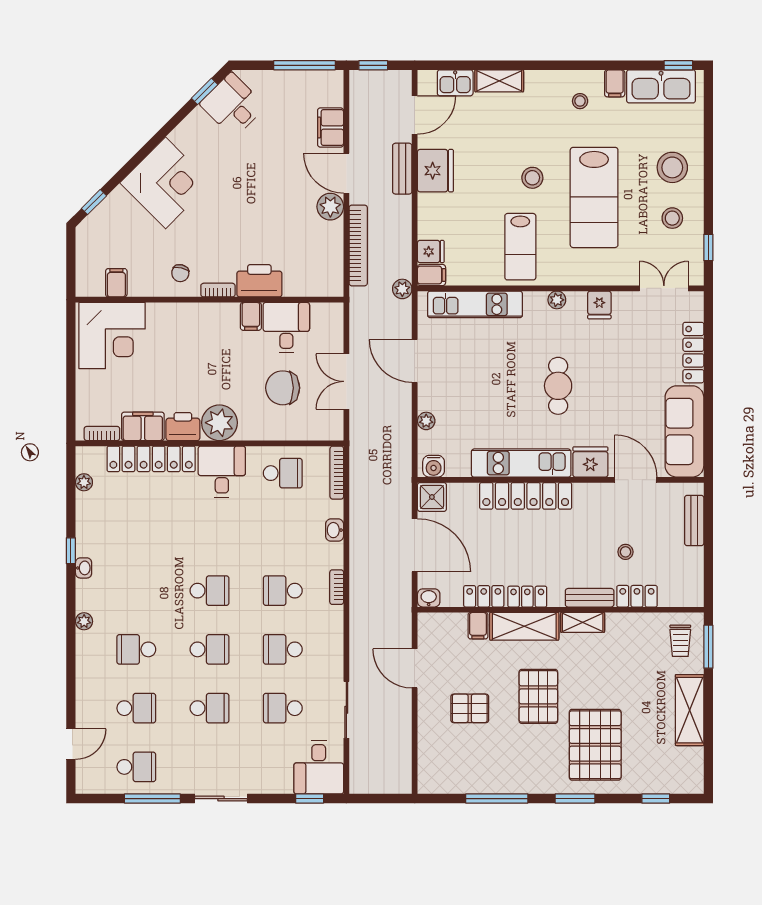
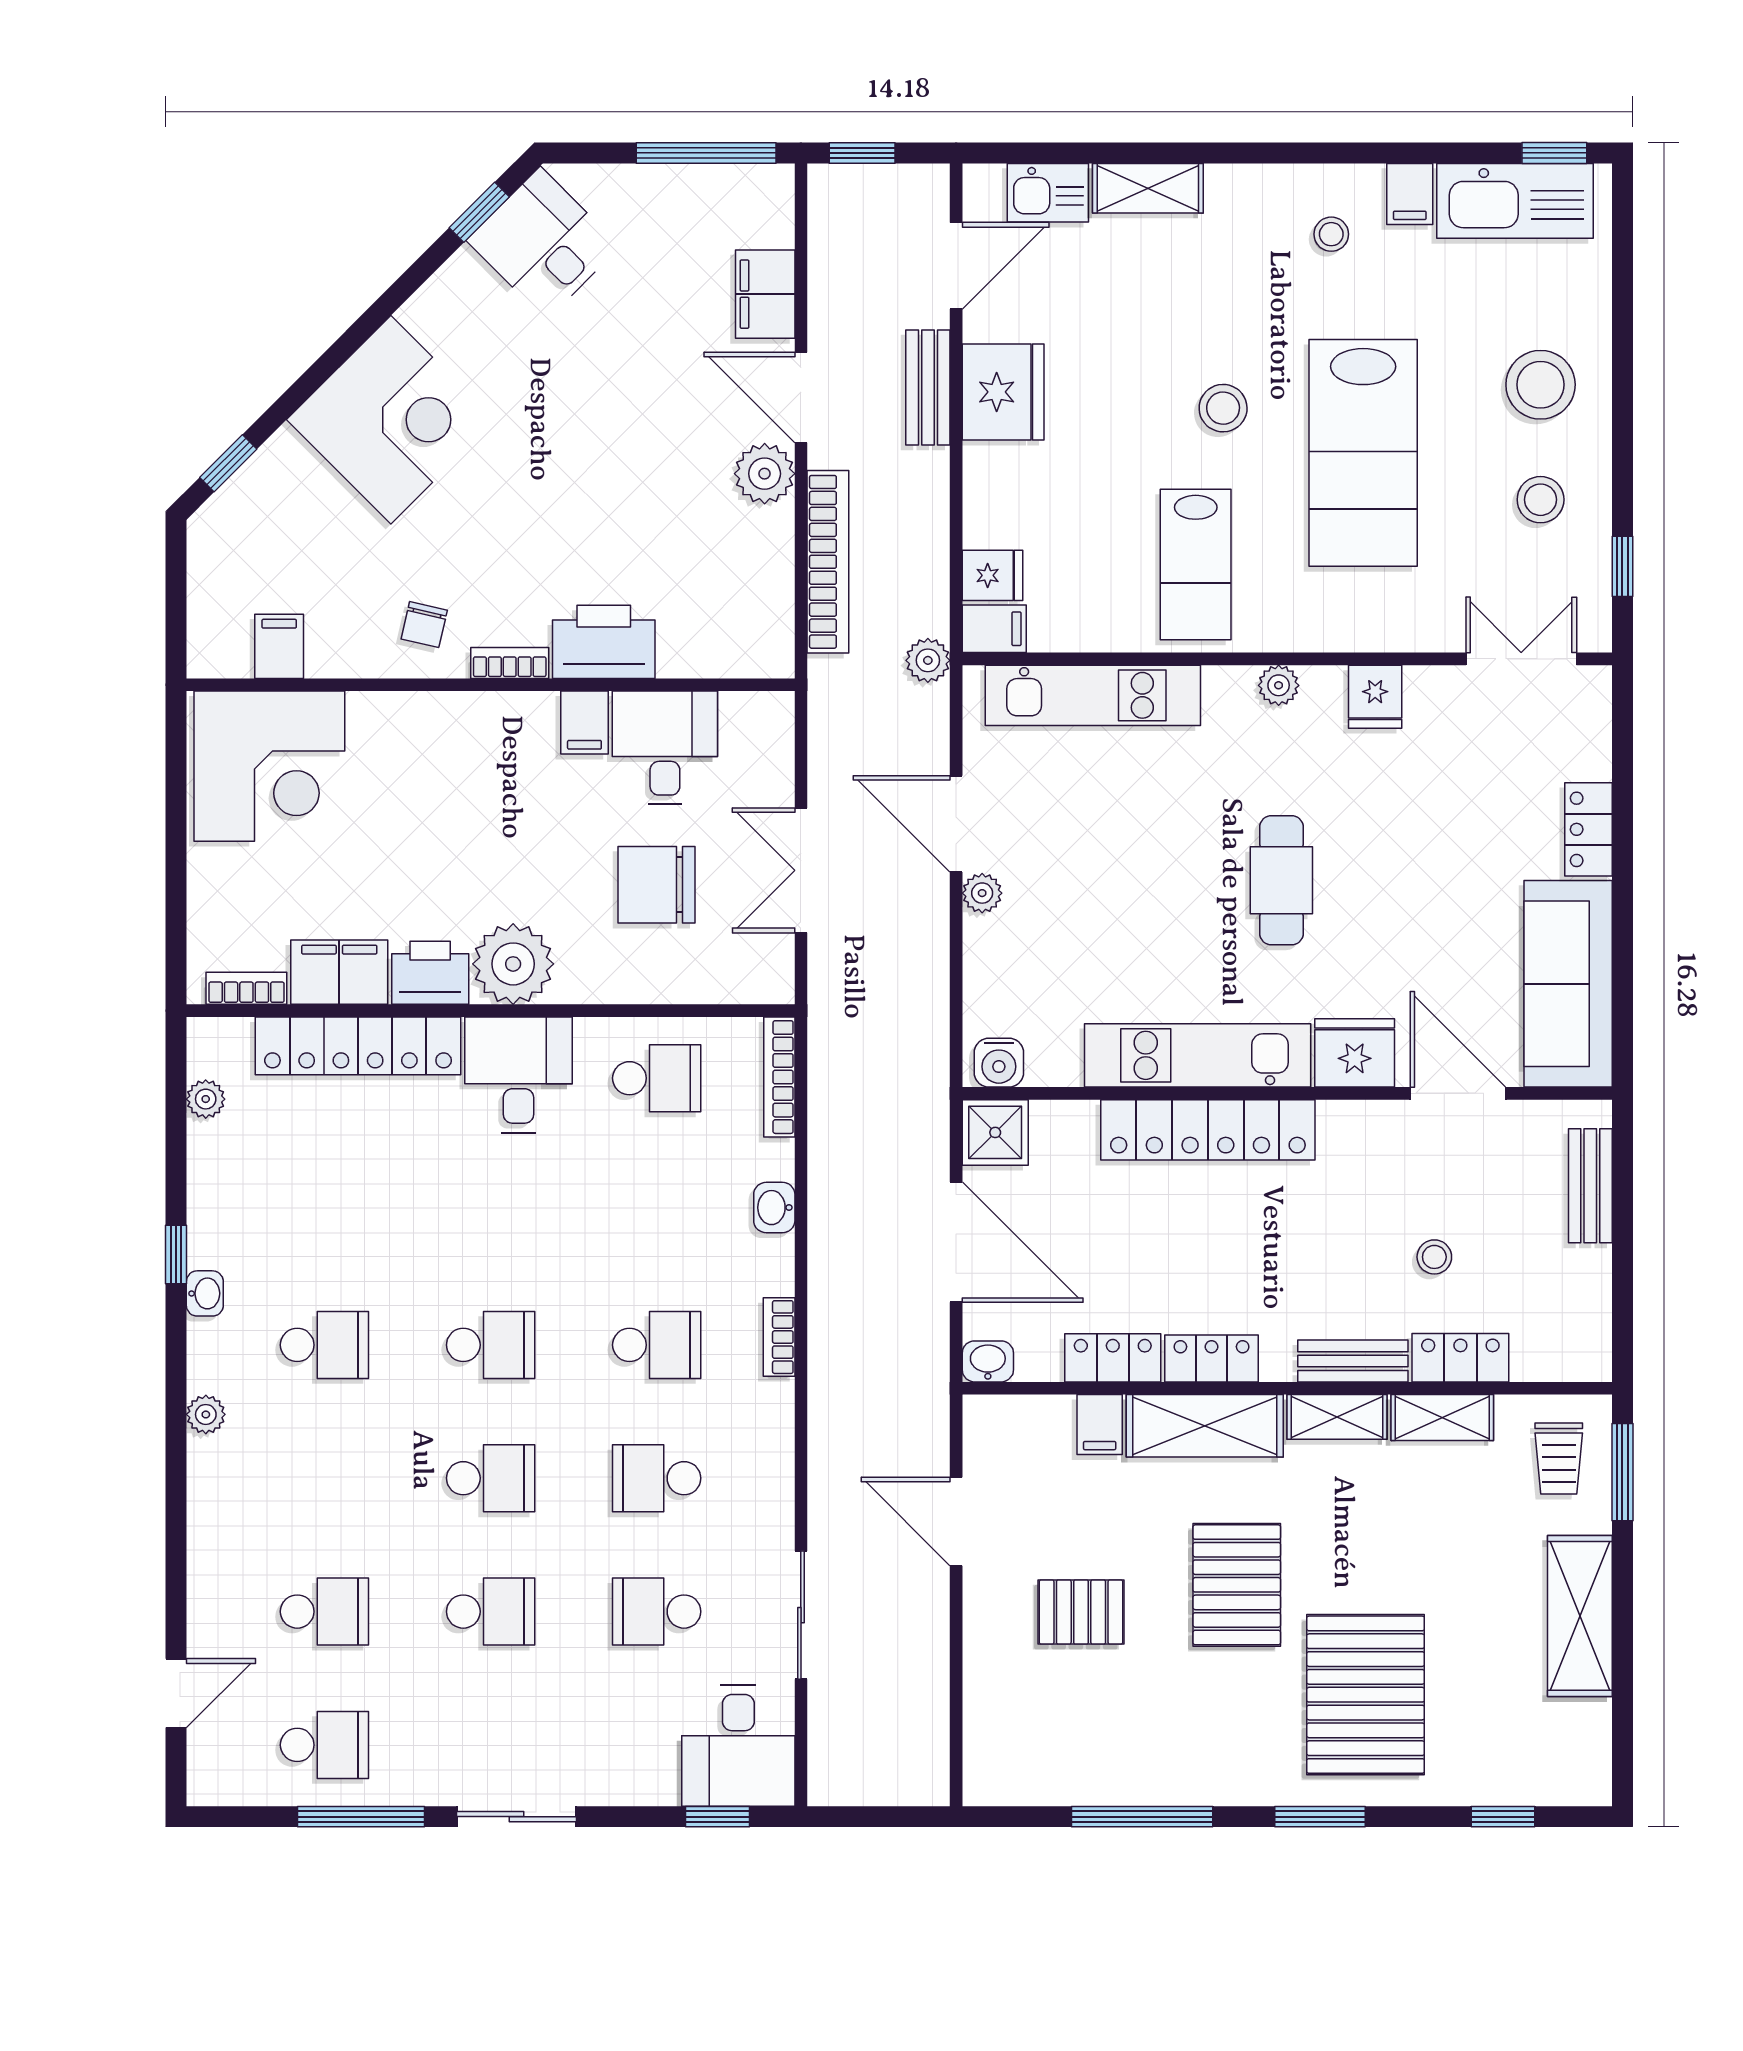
locker: (693, 353) -> (1588, 829), width x0.66
plant: (426, 421) -> (982, 893), moved
school desk: (283, 591) -> (657, 1345), turned 180
shelving: (629, 623) -> (1442, 1417), added
school desk: (136, 649) -> (324, 1345), moved, turned 180

